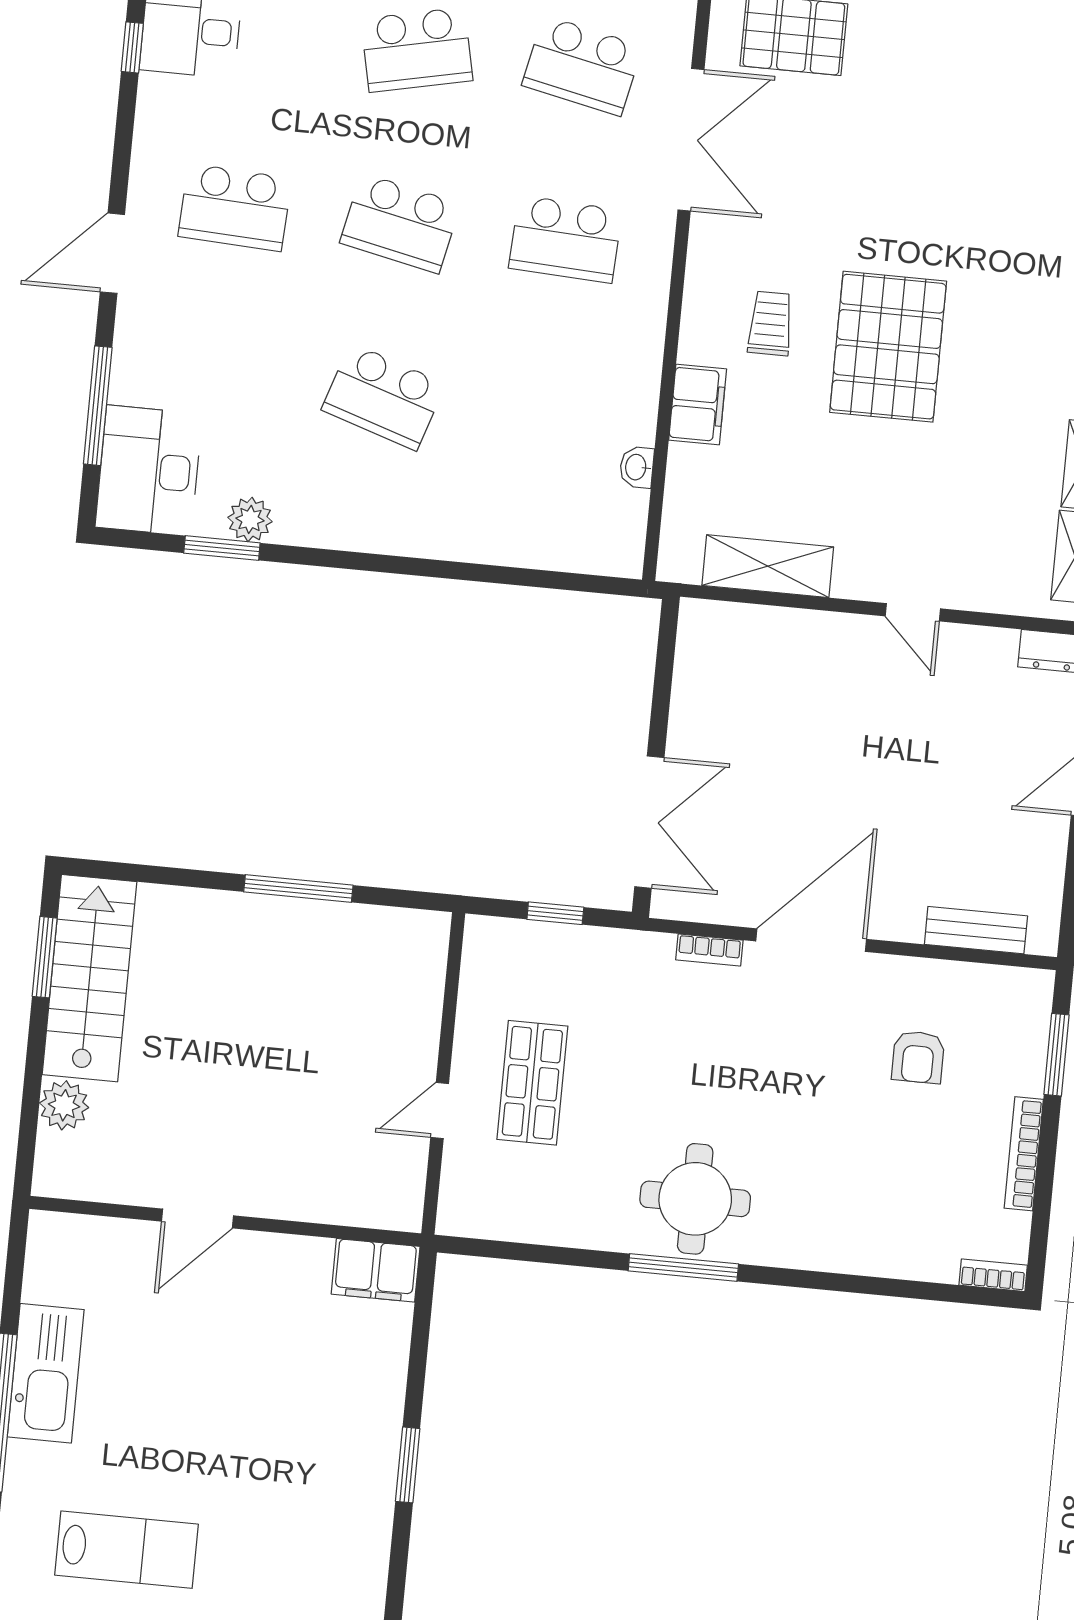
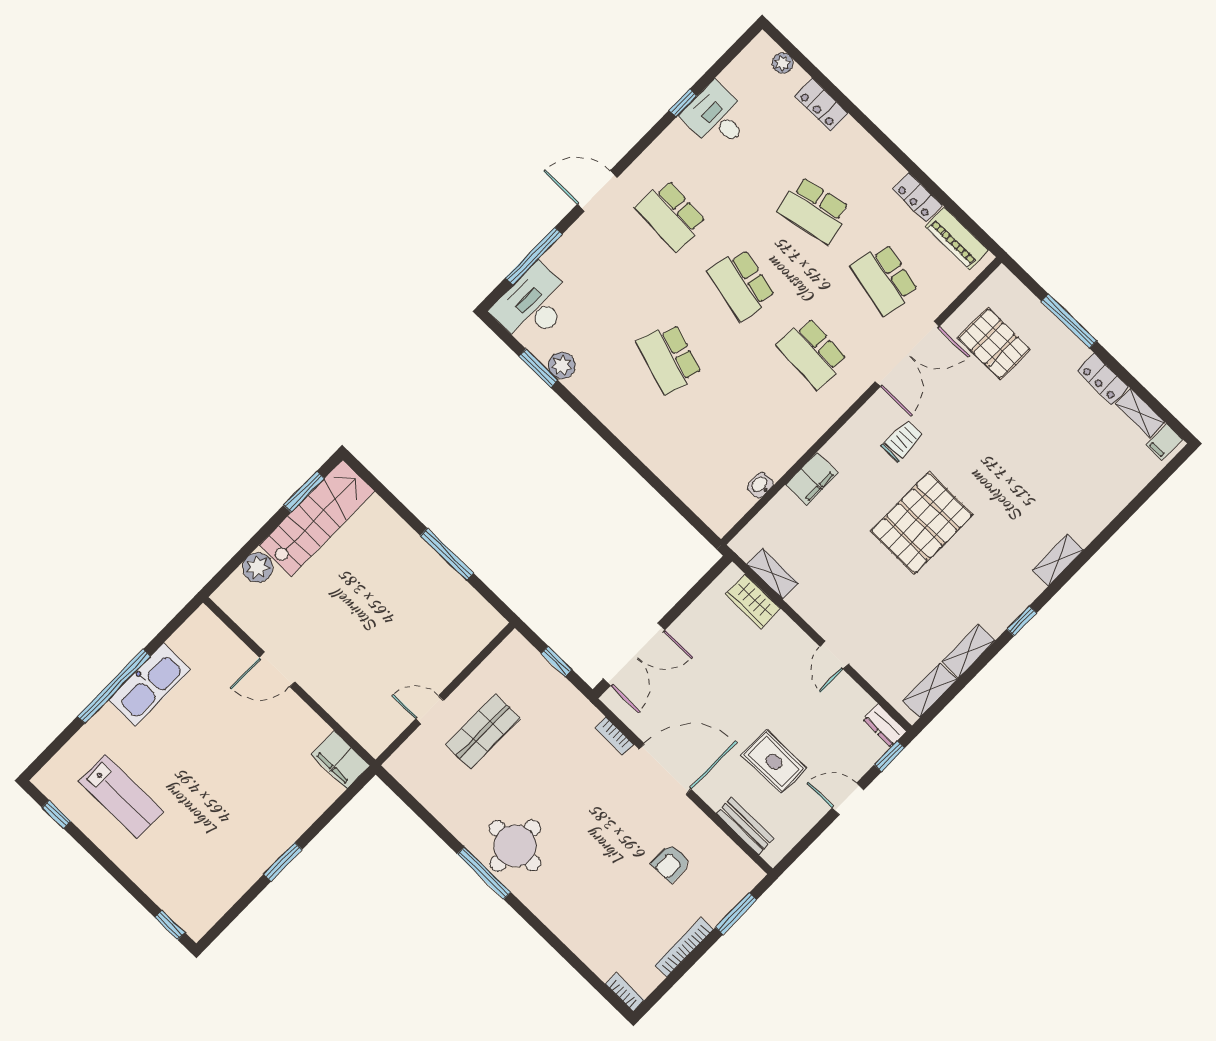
trolley: (770, 323) -> (902, 441), moved
shelving: (768, 566) -> (773, 574), width x0.67, depth x0.75
wardrobe: (749, 627) -> (753, 601), added
rug: (946, 816) -> (774, 762), added

